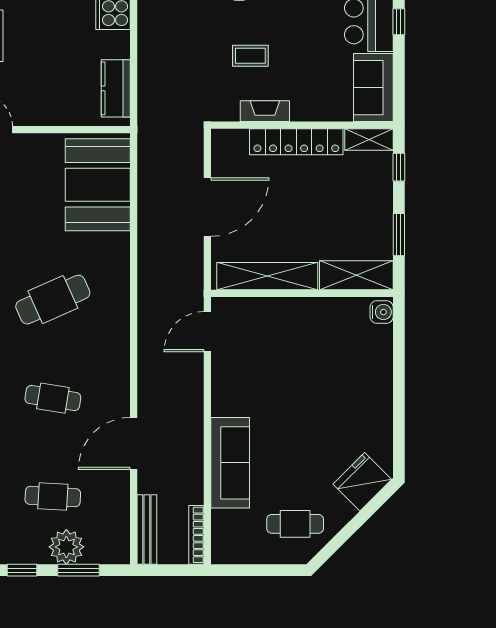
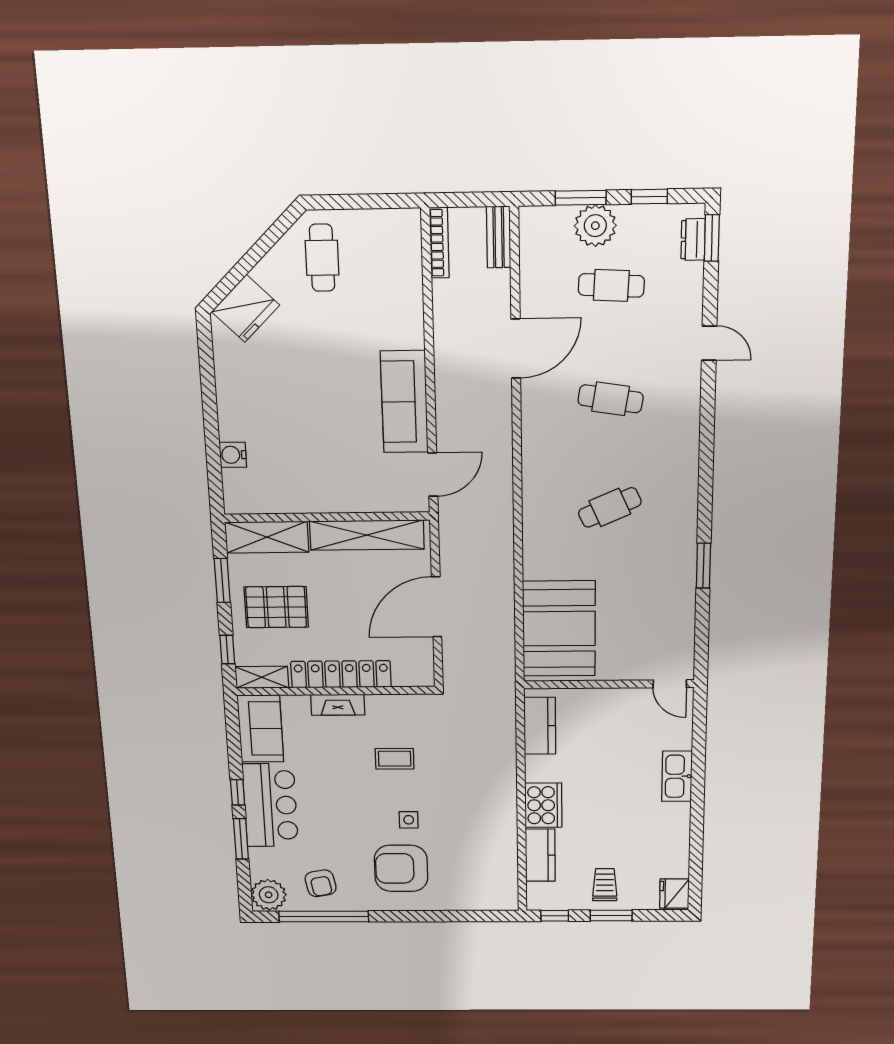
fireplace: (265, 111) -> (338, 705), moved
pallet: (352, 208) -> (276, 607), added
cafe table: (53, 300) -> (610, 507), width x0.73, depth x0.74
water cooler: (382, 312) -> (233, 455), moved
sofa: (230, 463) -> (404, 402), moved
cafe table: (295, 524) -> (322, 258), turned 90
bench: (147, 529) -> (499, 237), width x0.73

